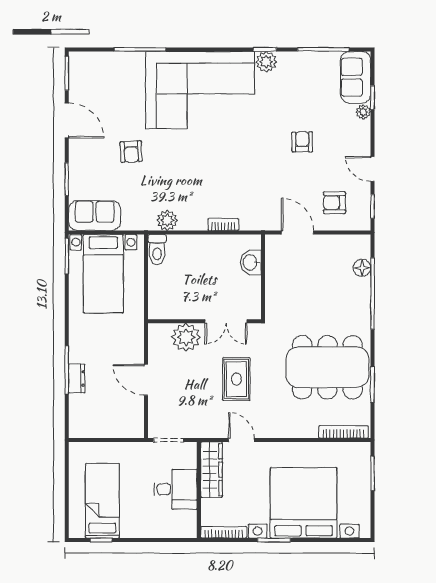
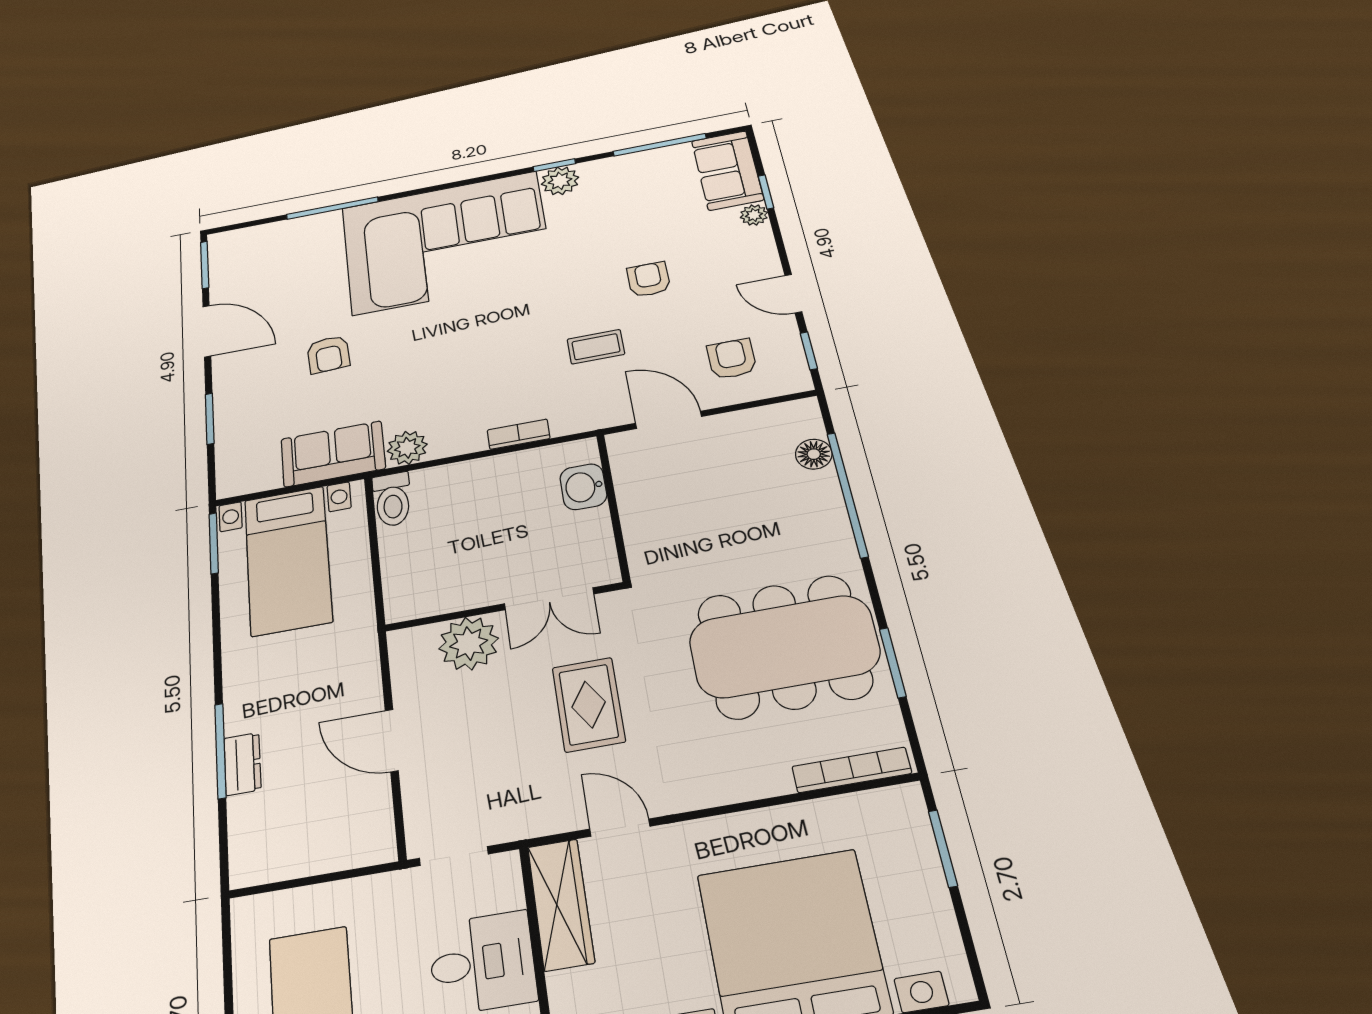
coffee table: (269, 179) -> (596, 347), added
armchair: (334, 203) -> (732, 359), turned 90
sofa: (95, 216) -> (333, 454), moved

